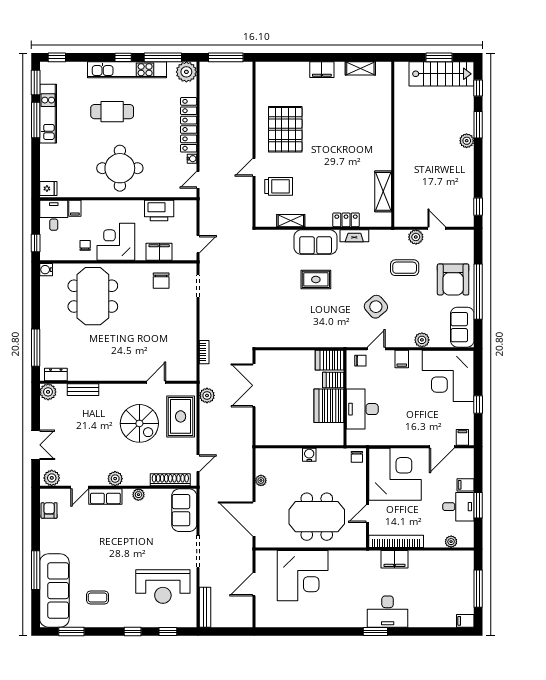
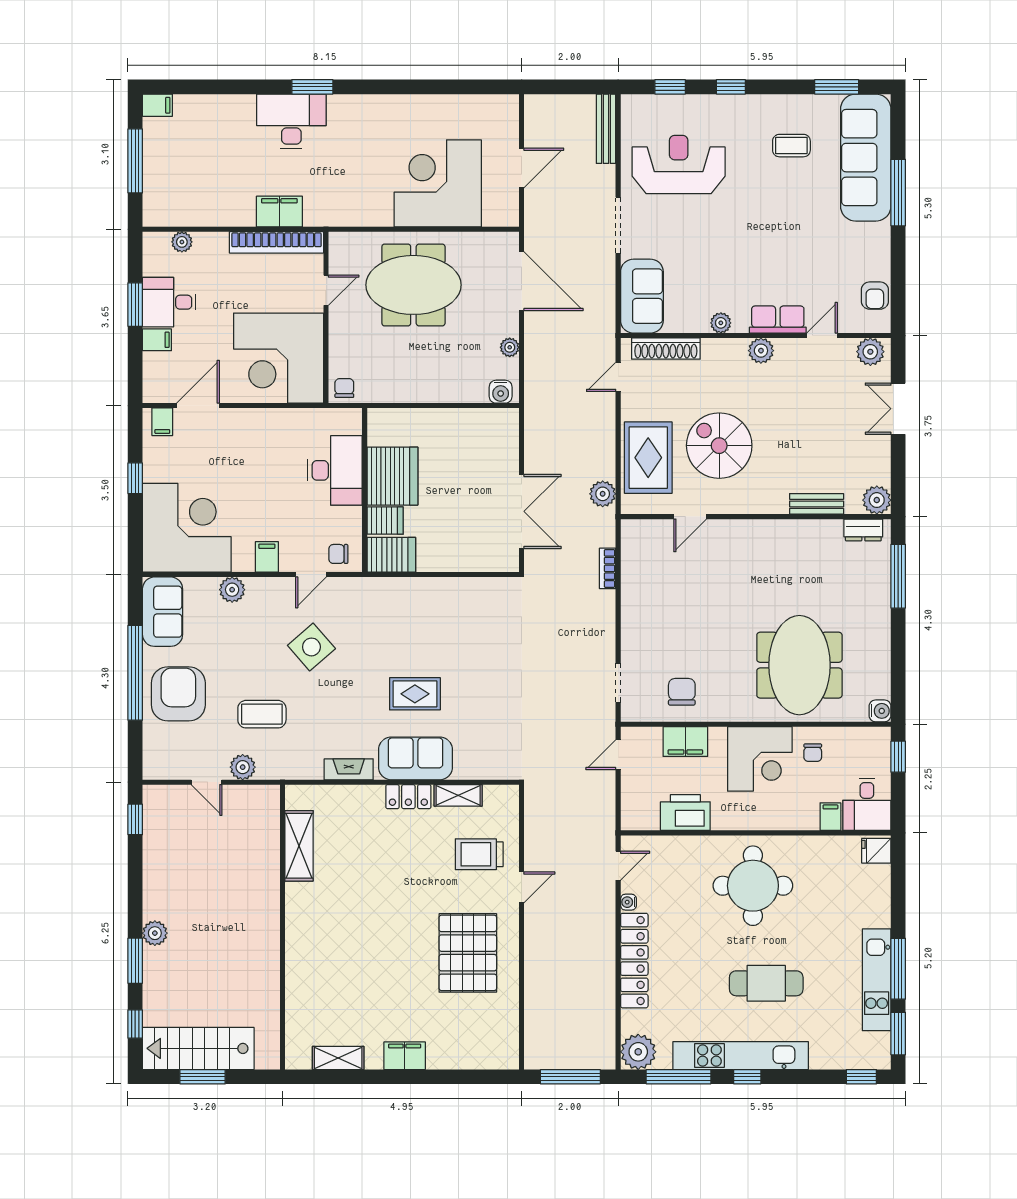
locker: (346, 220) -> (408, 797), moved
water cooler: (309, 455) -> (501, 392), moved

